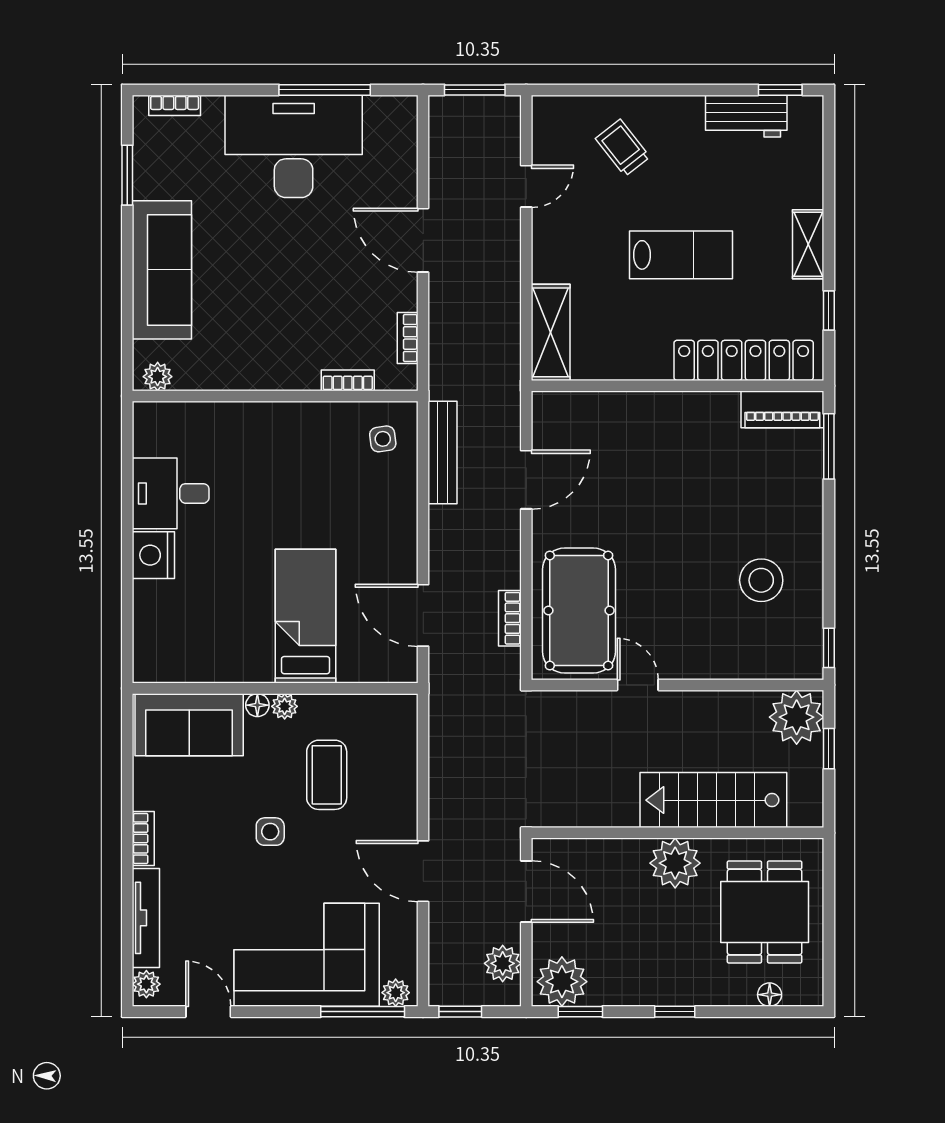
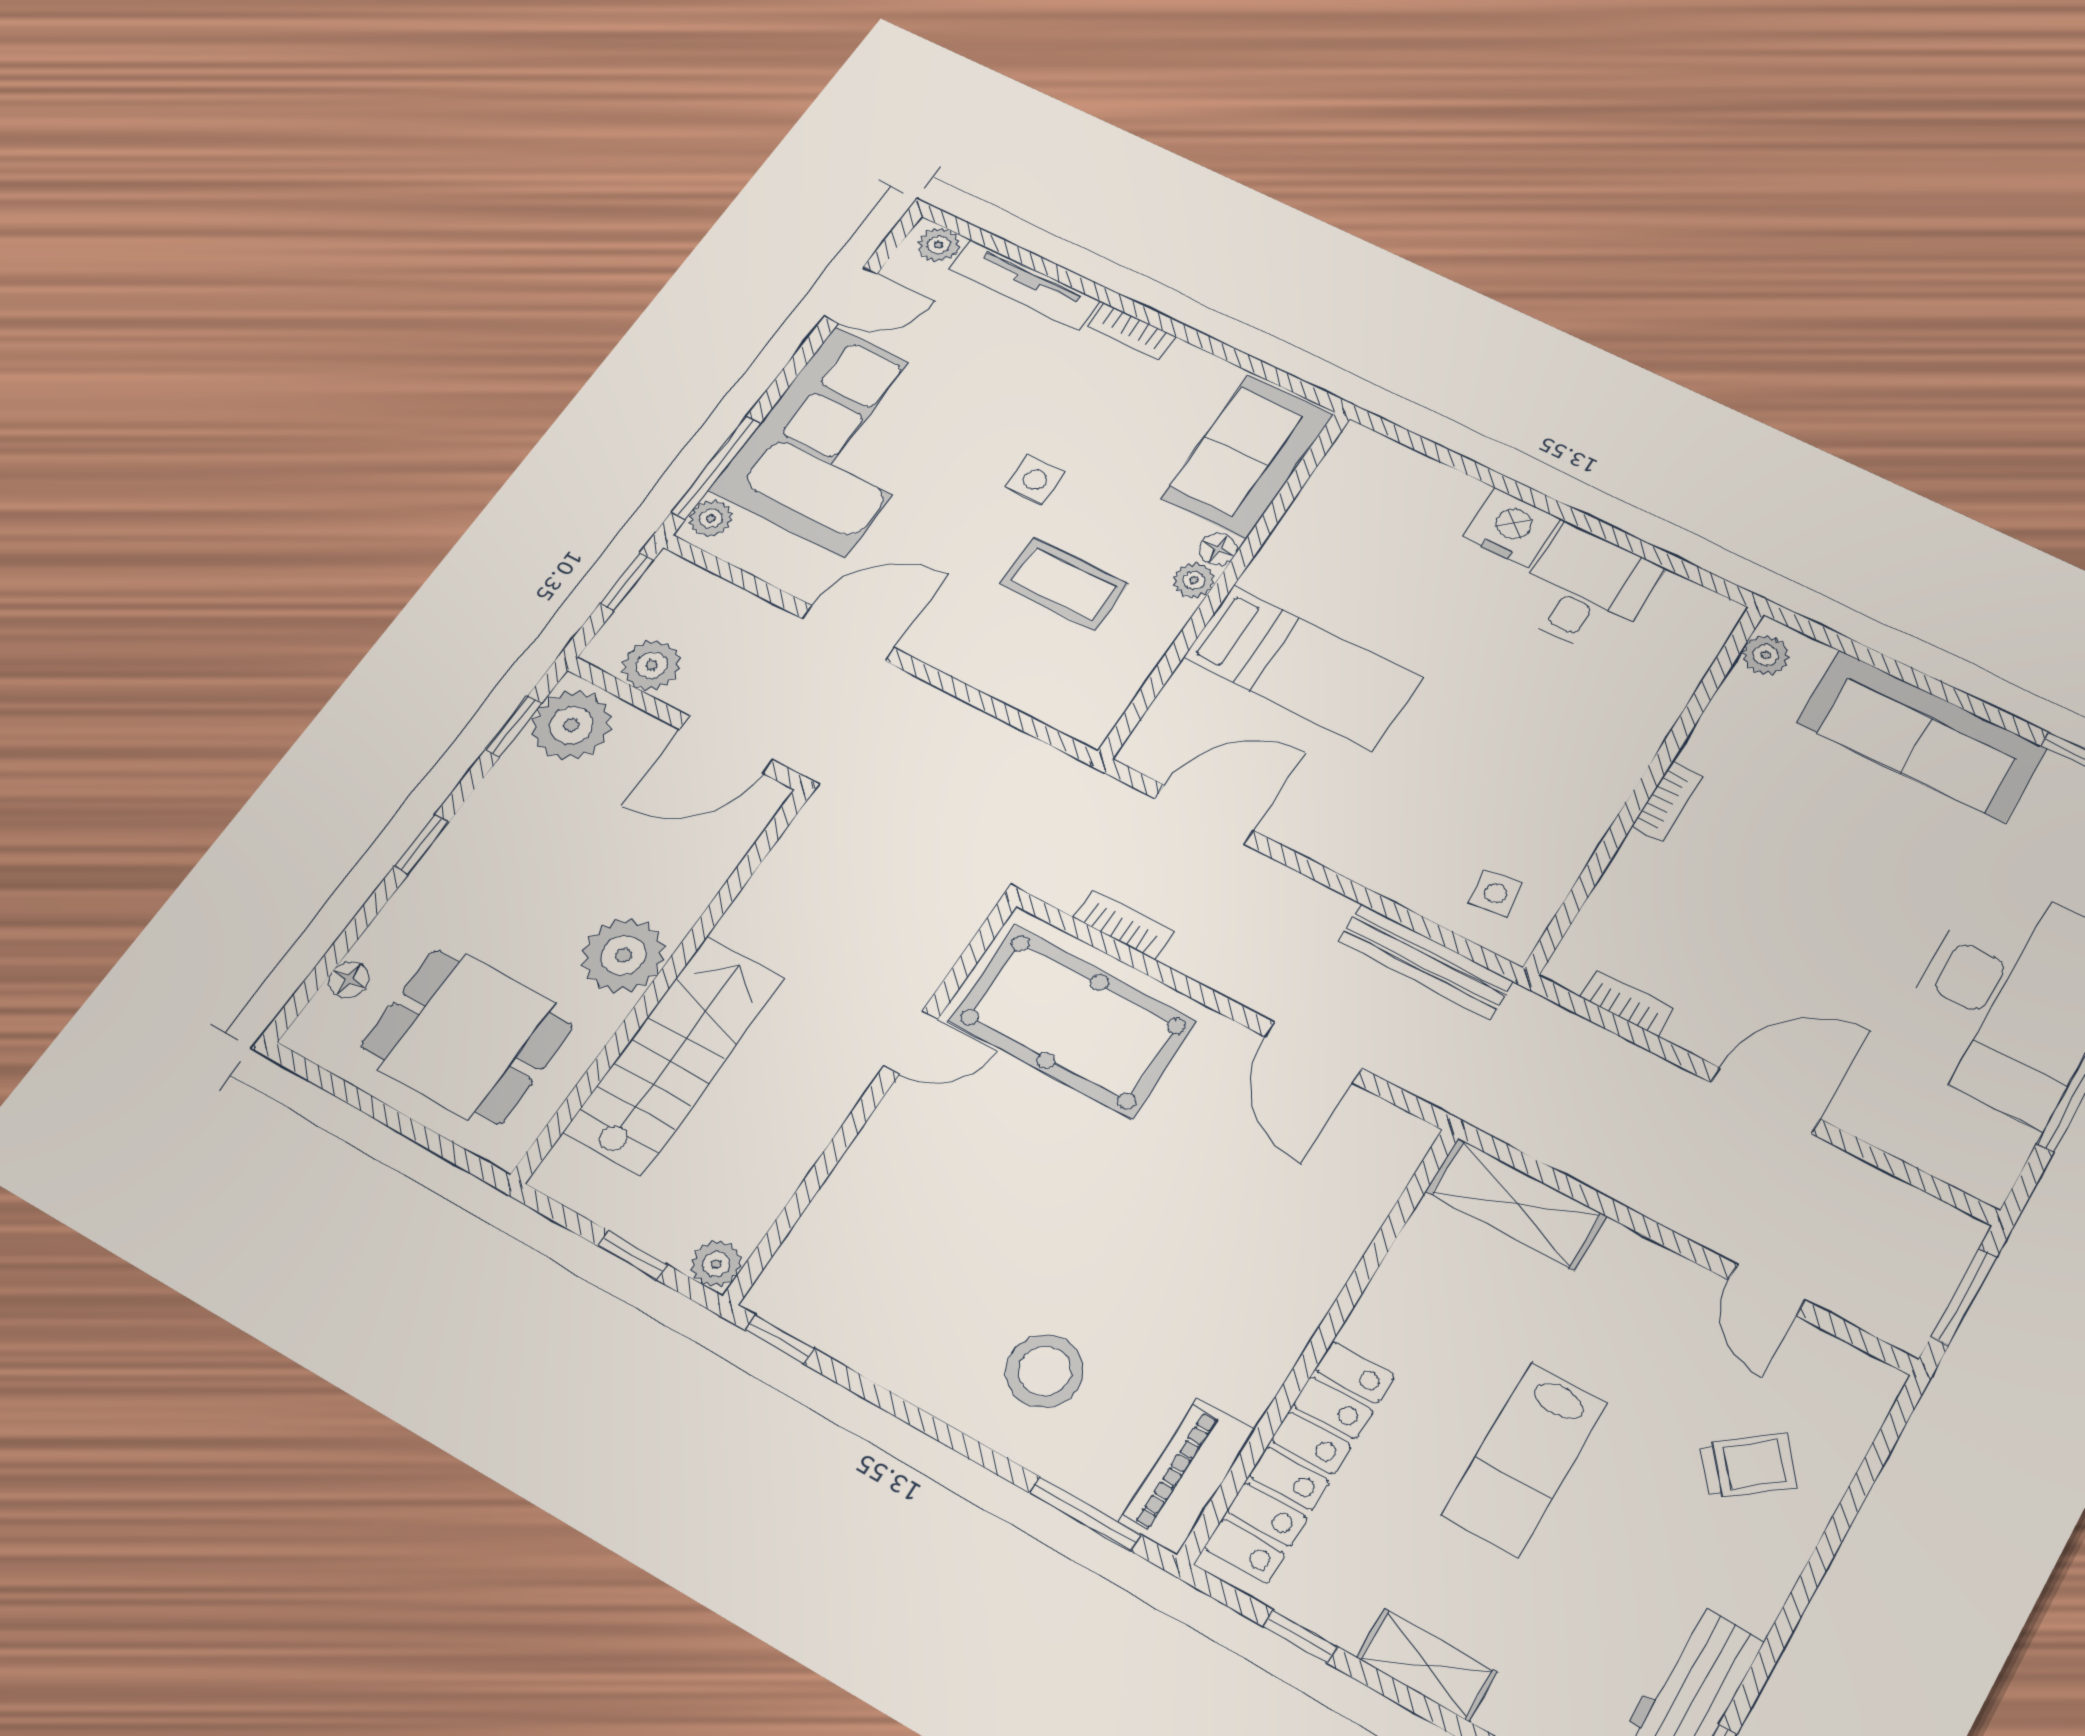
bookcase: (348, 380) -> (1667, 802), moved
stool: (761, 580) -> (1045, 1371), moved
plant: (797, 717) -> (716, 1264), width x0.53, depth x0.53

